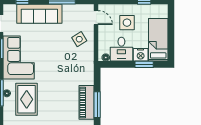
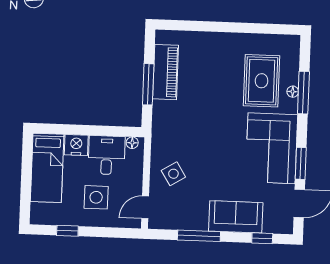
sofa: (39, 14) -> (236, 217), width x0.73
door: (96, 18) -> (145, 207), hinge flipped
window: (144, 64) -> (71, 129), removed
window: (97, 105) -> (148, 84), moved

